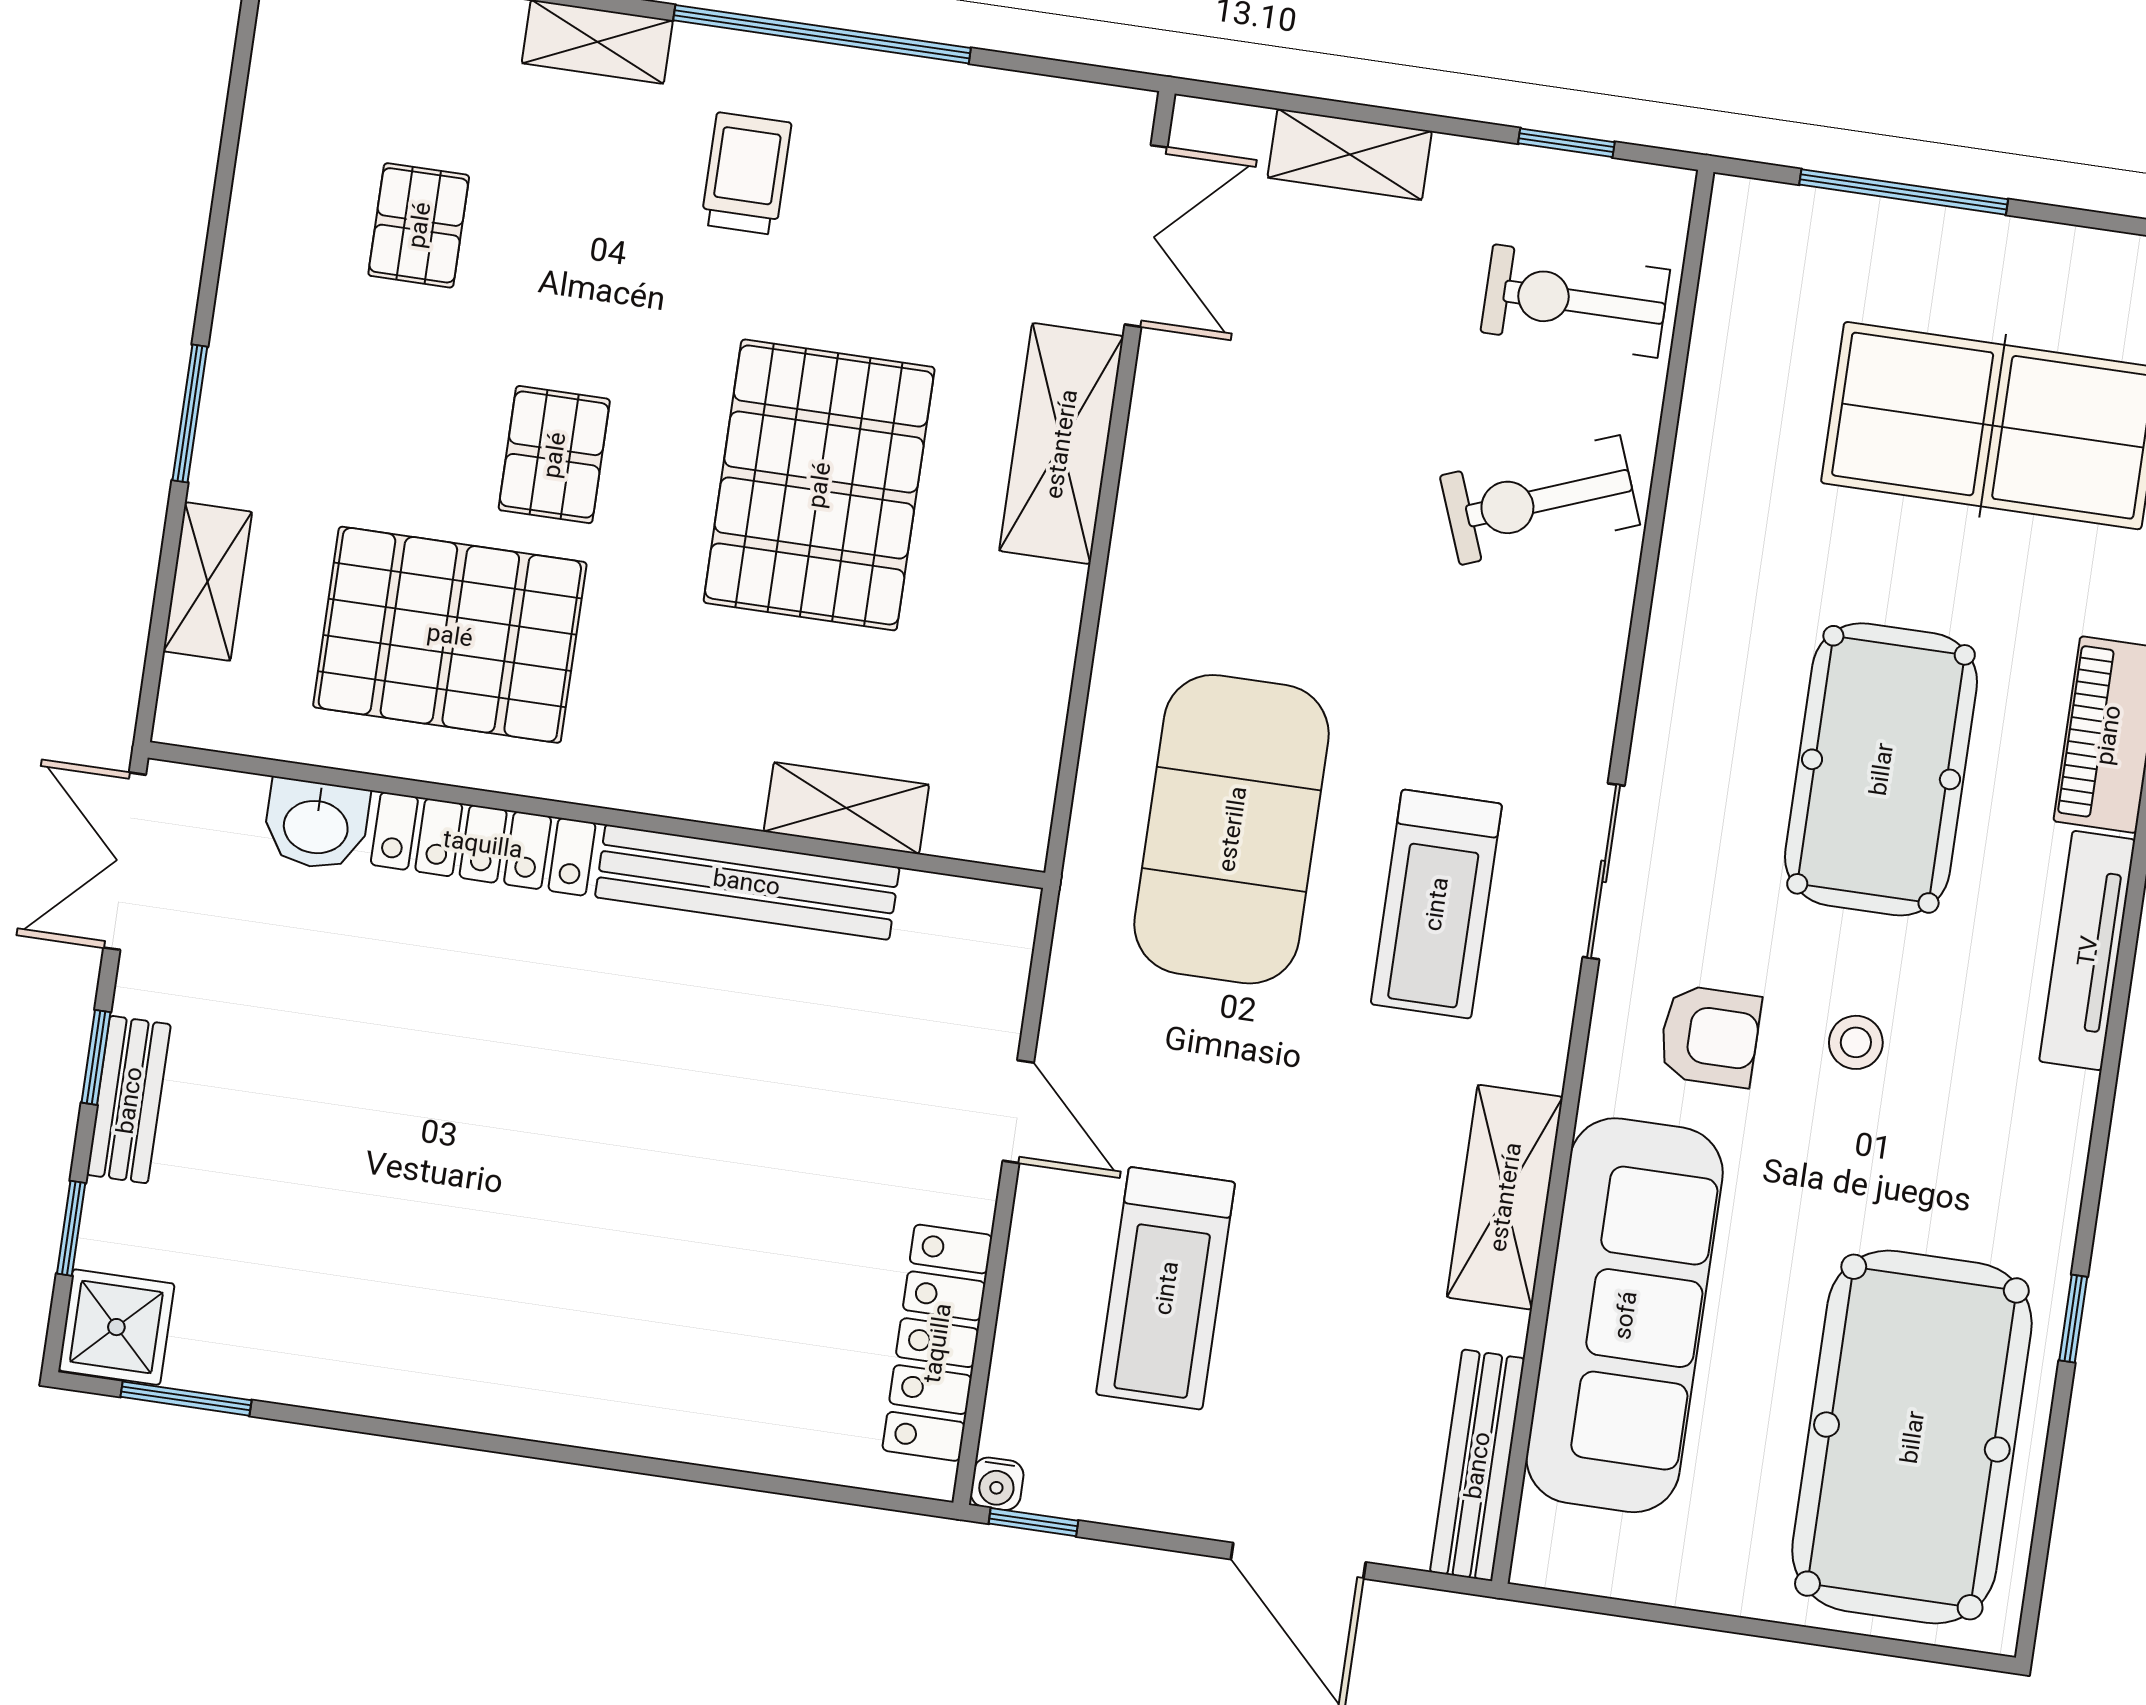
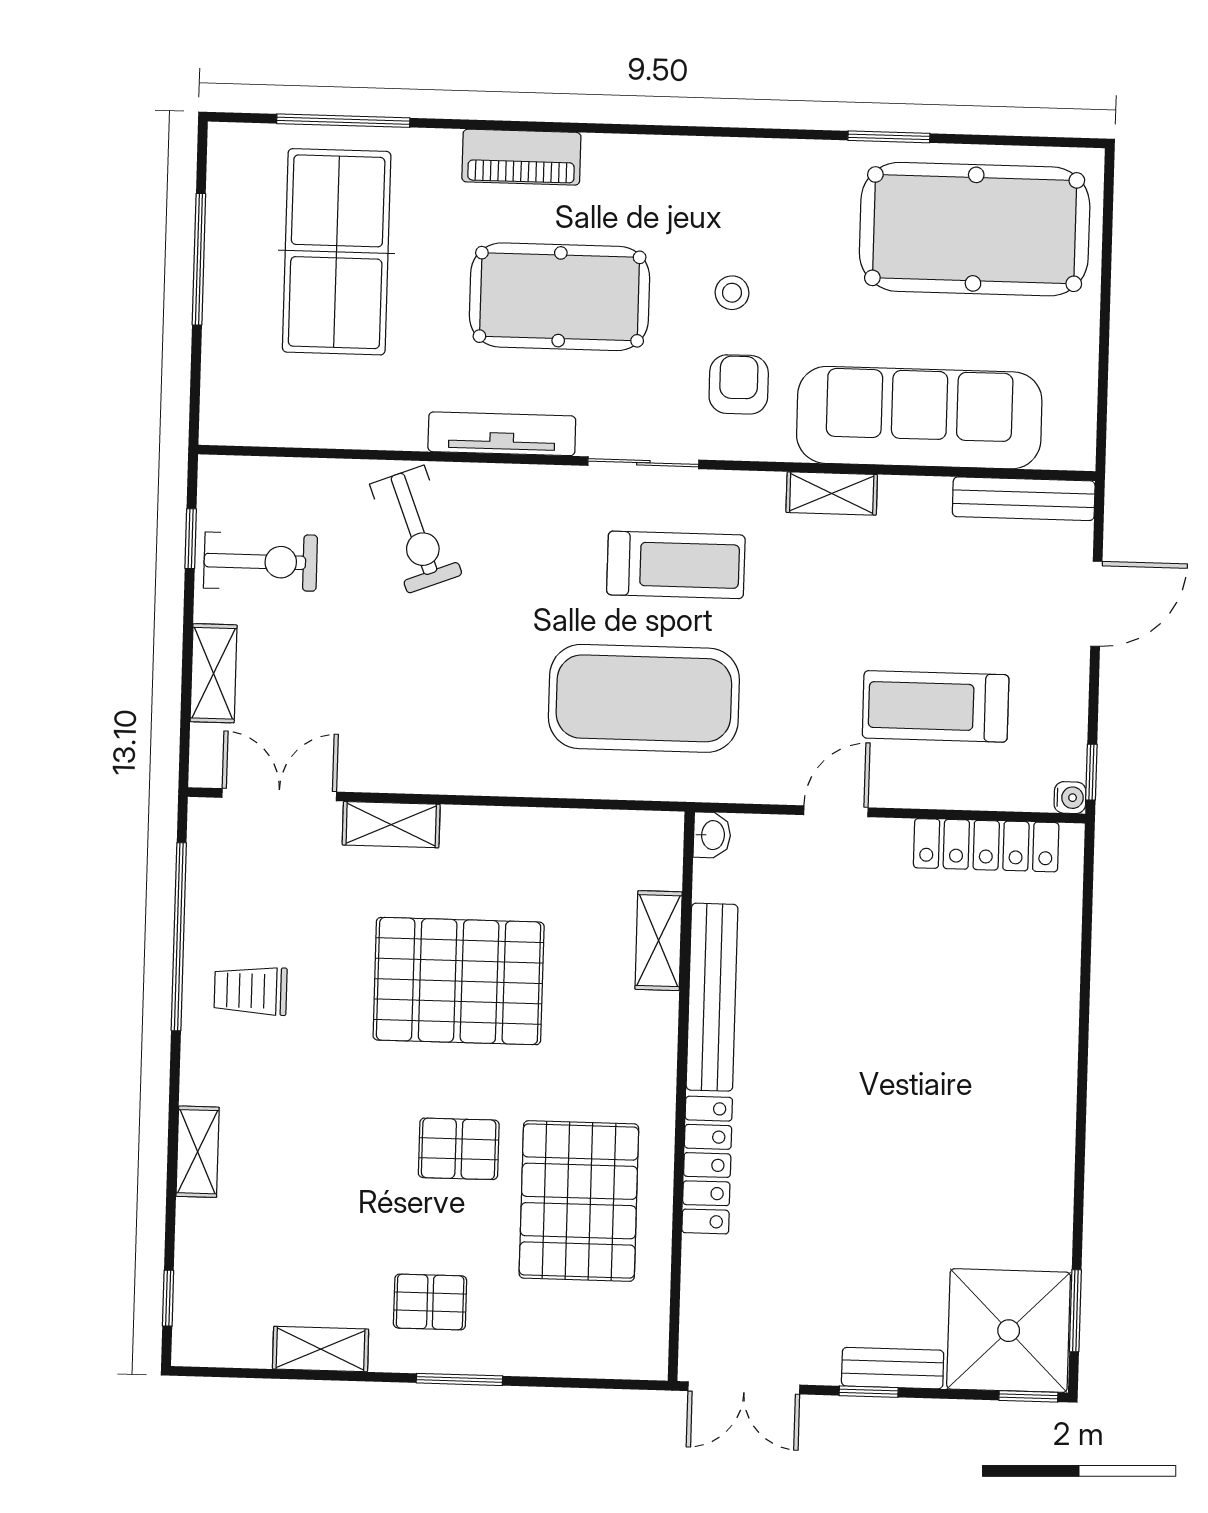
window: (822, 34) -> (179, 937), moved
trolley: (746, 174) -> (251, 991), moved
window: (1904, 192) -> (199, 259), moved
pallet: (419, 225) -> (430, 1302), moved
exercise bike: (1575, 301) -> (261, 562), moved, turned -90
shelving: (1061, 444) -> (391, 825), width x0.67, depth x0.75
shelving: (208, 582) -> (321, 1349), moved
washbasin: (316, 825) -> (712, 835), moved, width x0.72, depth x0.69
tv unit: (2087, 951) -> (502, 434), moved, turned 180
shelving: (1505, 1197) -> (832, 493), width x0.67, depth x0.75
window: (71, 1228) -> (1028, 1396), moved
treadmill: (1166, 1288) -> (936, 706), turned 180
window: (2073, 1319) -> (889, 137), width x1.50
shower: (116, 1327) -> (1009, 1331), width x1.86, depth x1.86

